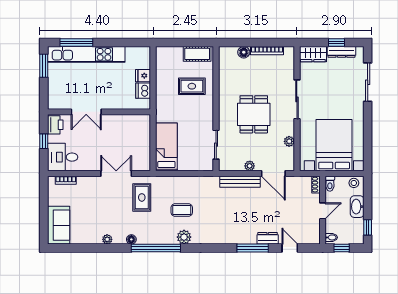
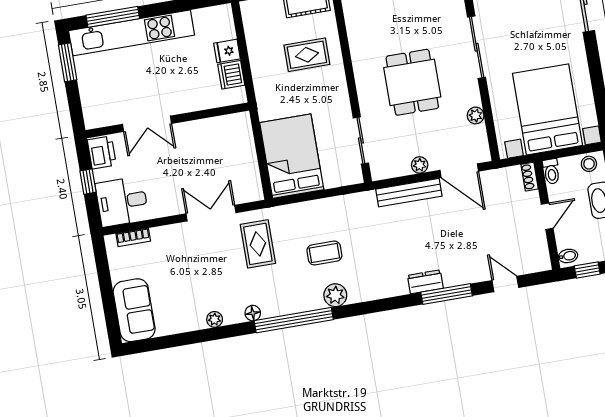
bed: (166, 147) -> (292, 156), width x1.50
dresser: (268, 238) -> (425, 282), moved

